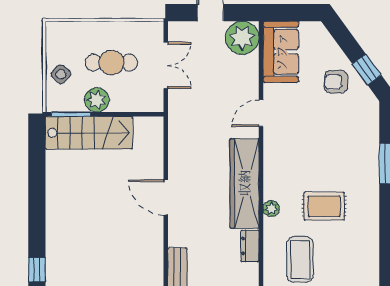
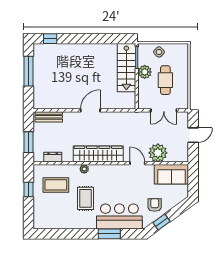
plant: (242, 38) -> (158, 153), moved
bar counter: (357, 145) -> (119, 216), added
dresser: (250, 246) -> (53, 157), moved

